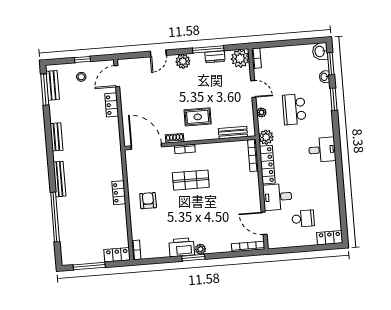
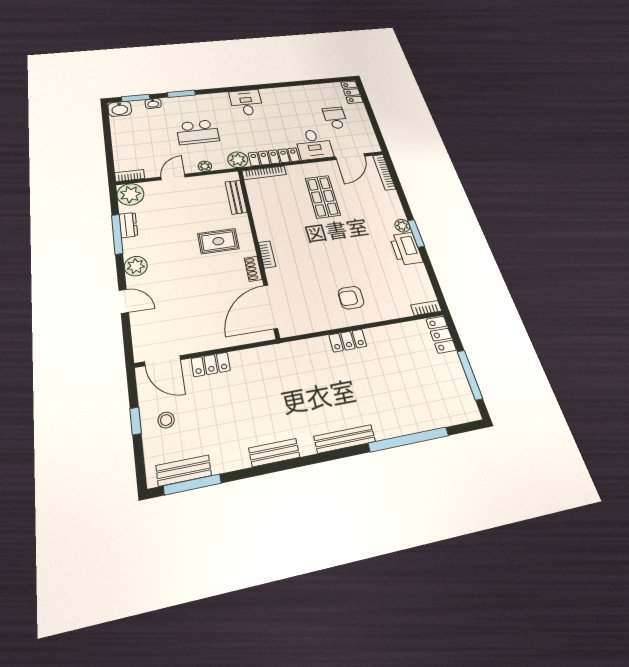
rug: (198, 117) -> (218, 241), turned 90
shop shelf: (191, 180) -> (323, 197), moved

